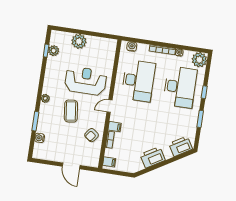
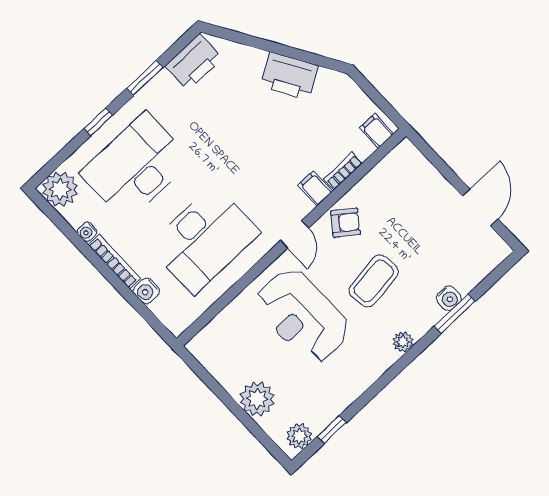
water cooler: (132, 47) -> (146, 291), moved
plant: (54, 51) -> (299, 436), moved
desk: (138, 81) -> (204, 239), turned 180
door: (109, 106) -> (295, 234), hinge flipped
armchair: (92, 135) -> (345, 223), moved
water cooler: (40, 138) -> (449, 298), moved
printer: (181, 146) -> (194, 62), moved, turned -59
door: (71, 166) -> (480, 208), moved

